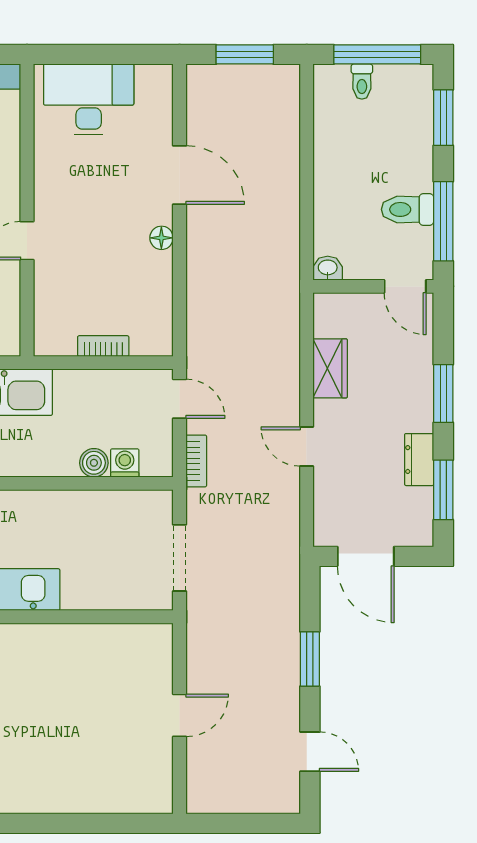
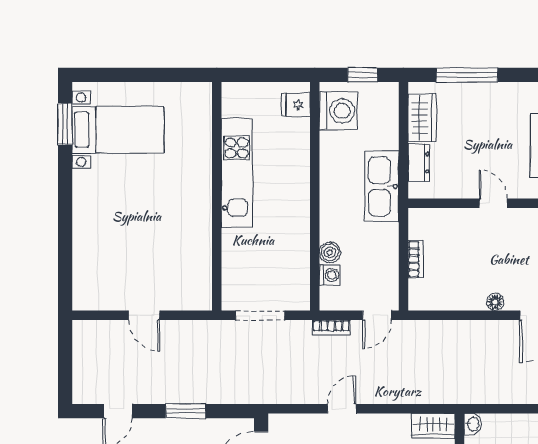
wardrobe: (330, 368) -> (433, 426), moved

